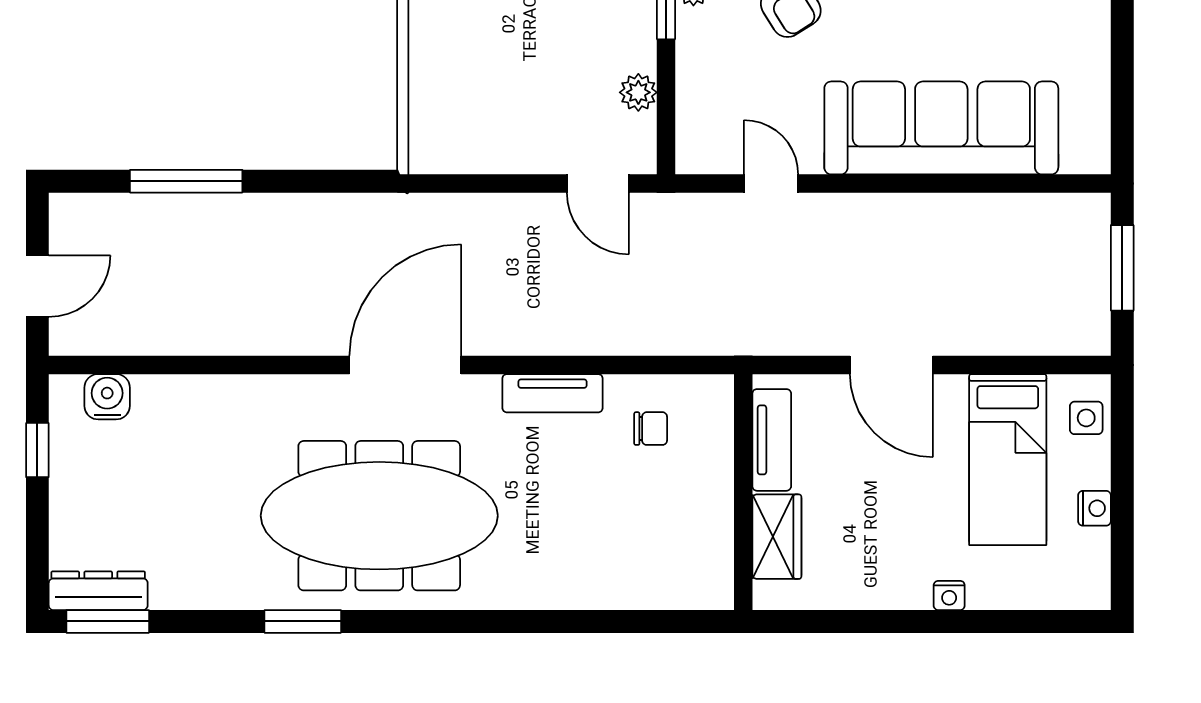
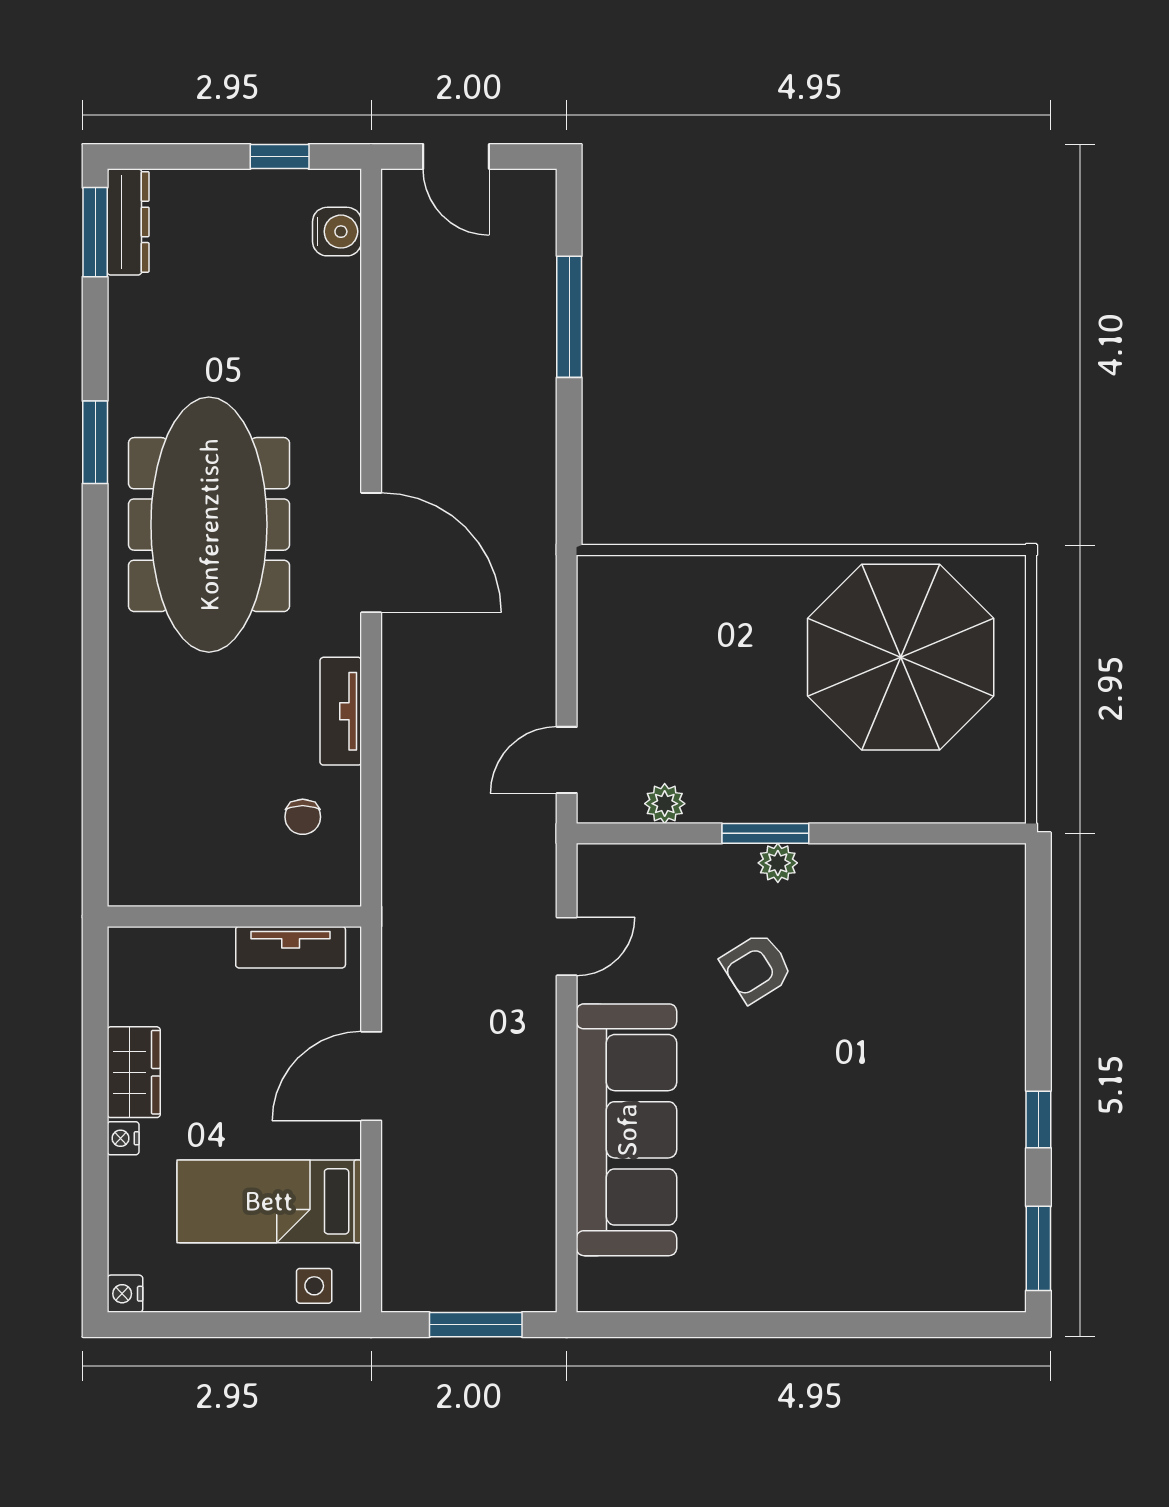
nightstand: (1094, 508) -> (125, 1294), moved, turned 90
wardrobe: (777, 537) -> (134, 1072), moved, turned -90

